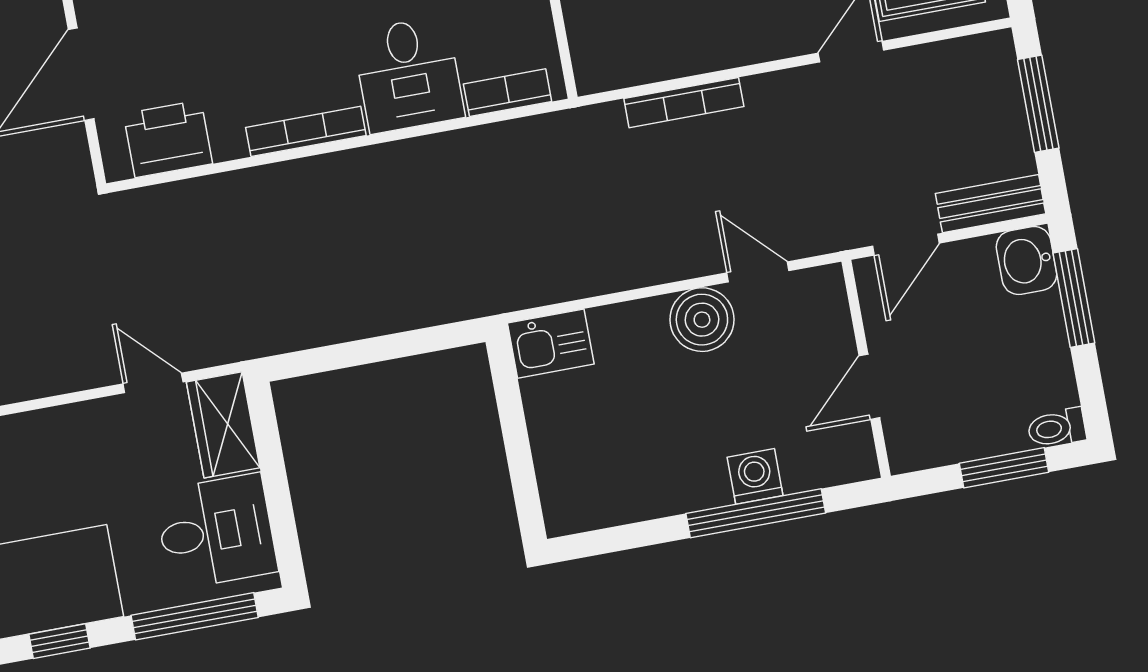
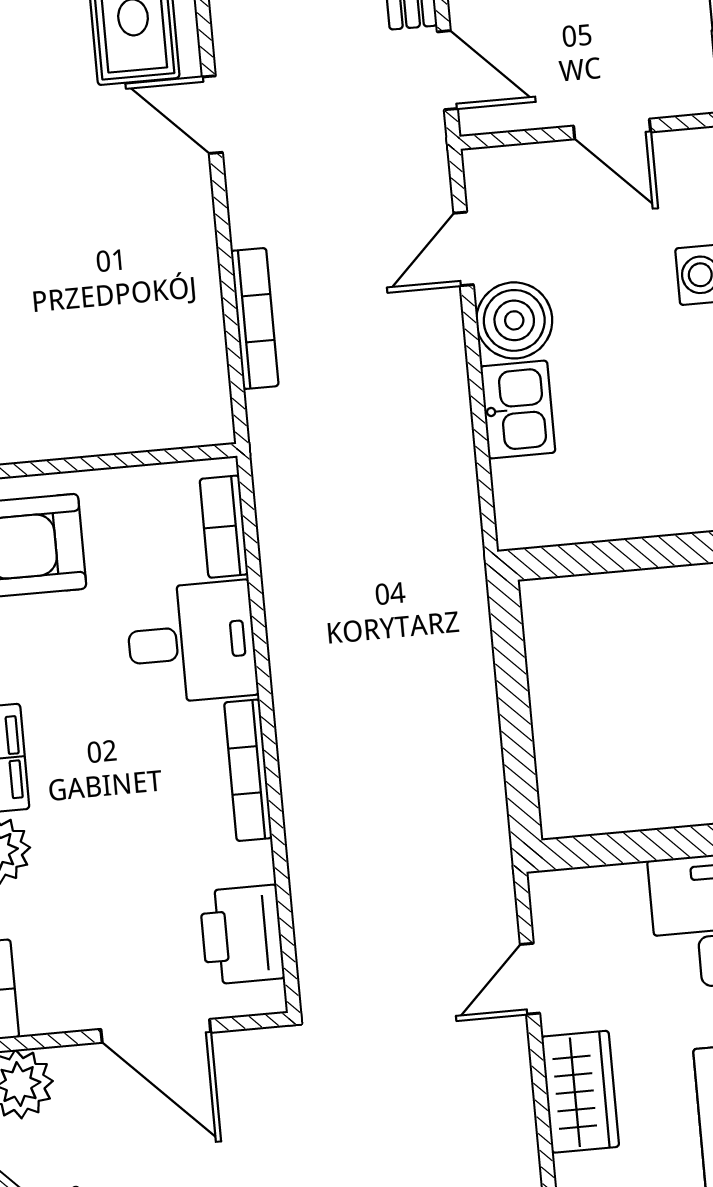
kitchen sink: (551, 344) -> (518, 410), moved
wardrobe: (223, 425) -> (580, 1092), moved, turned -90

